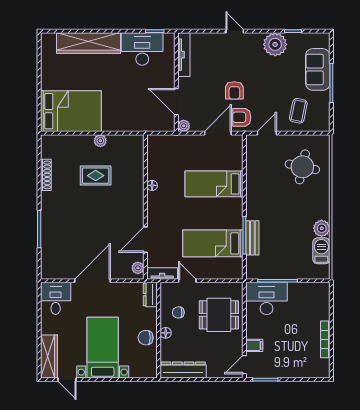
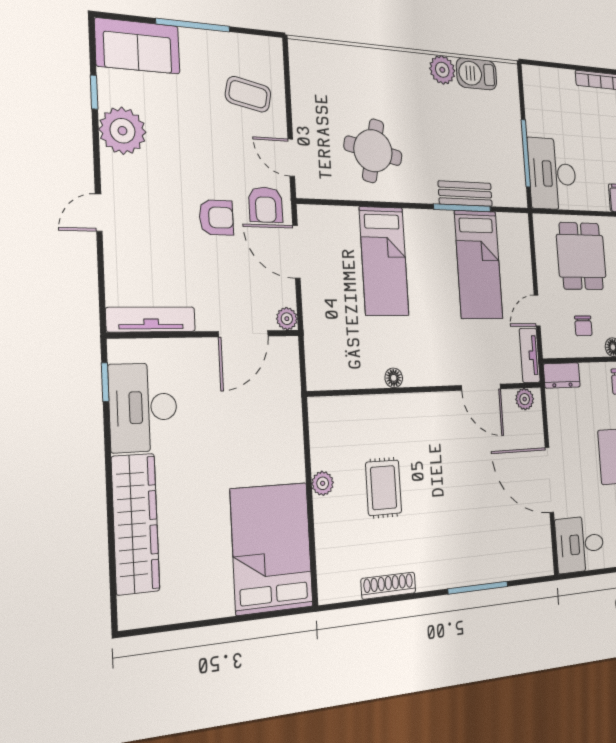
sofa: (318, 69) -> (138, 46), moved
round table: (302, 167) -> (373, 151), moved

